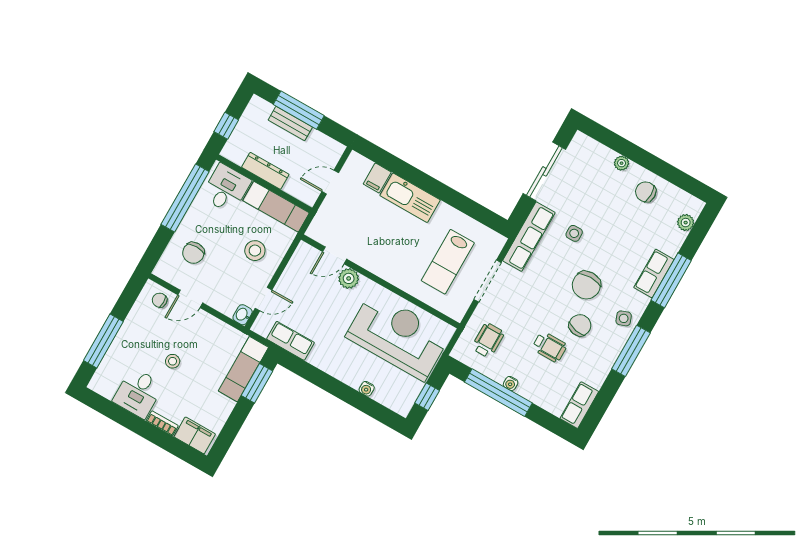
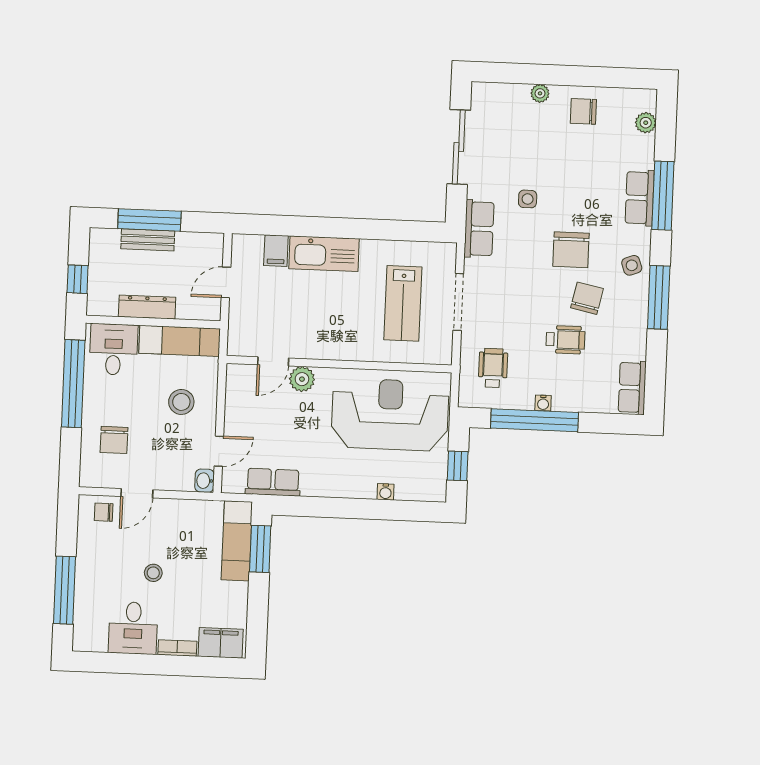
row of seats: (529, 237) -> (479, 229), width x0.68

